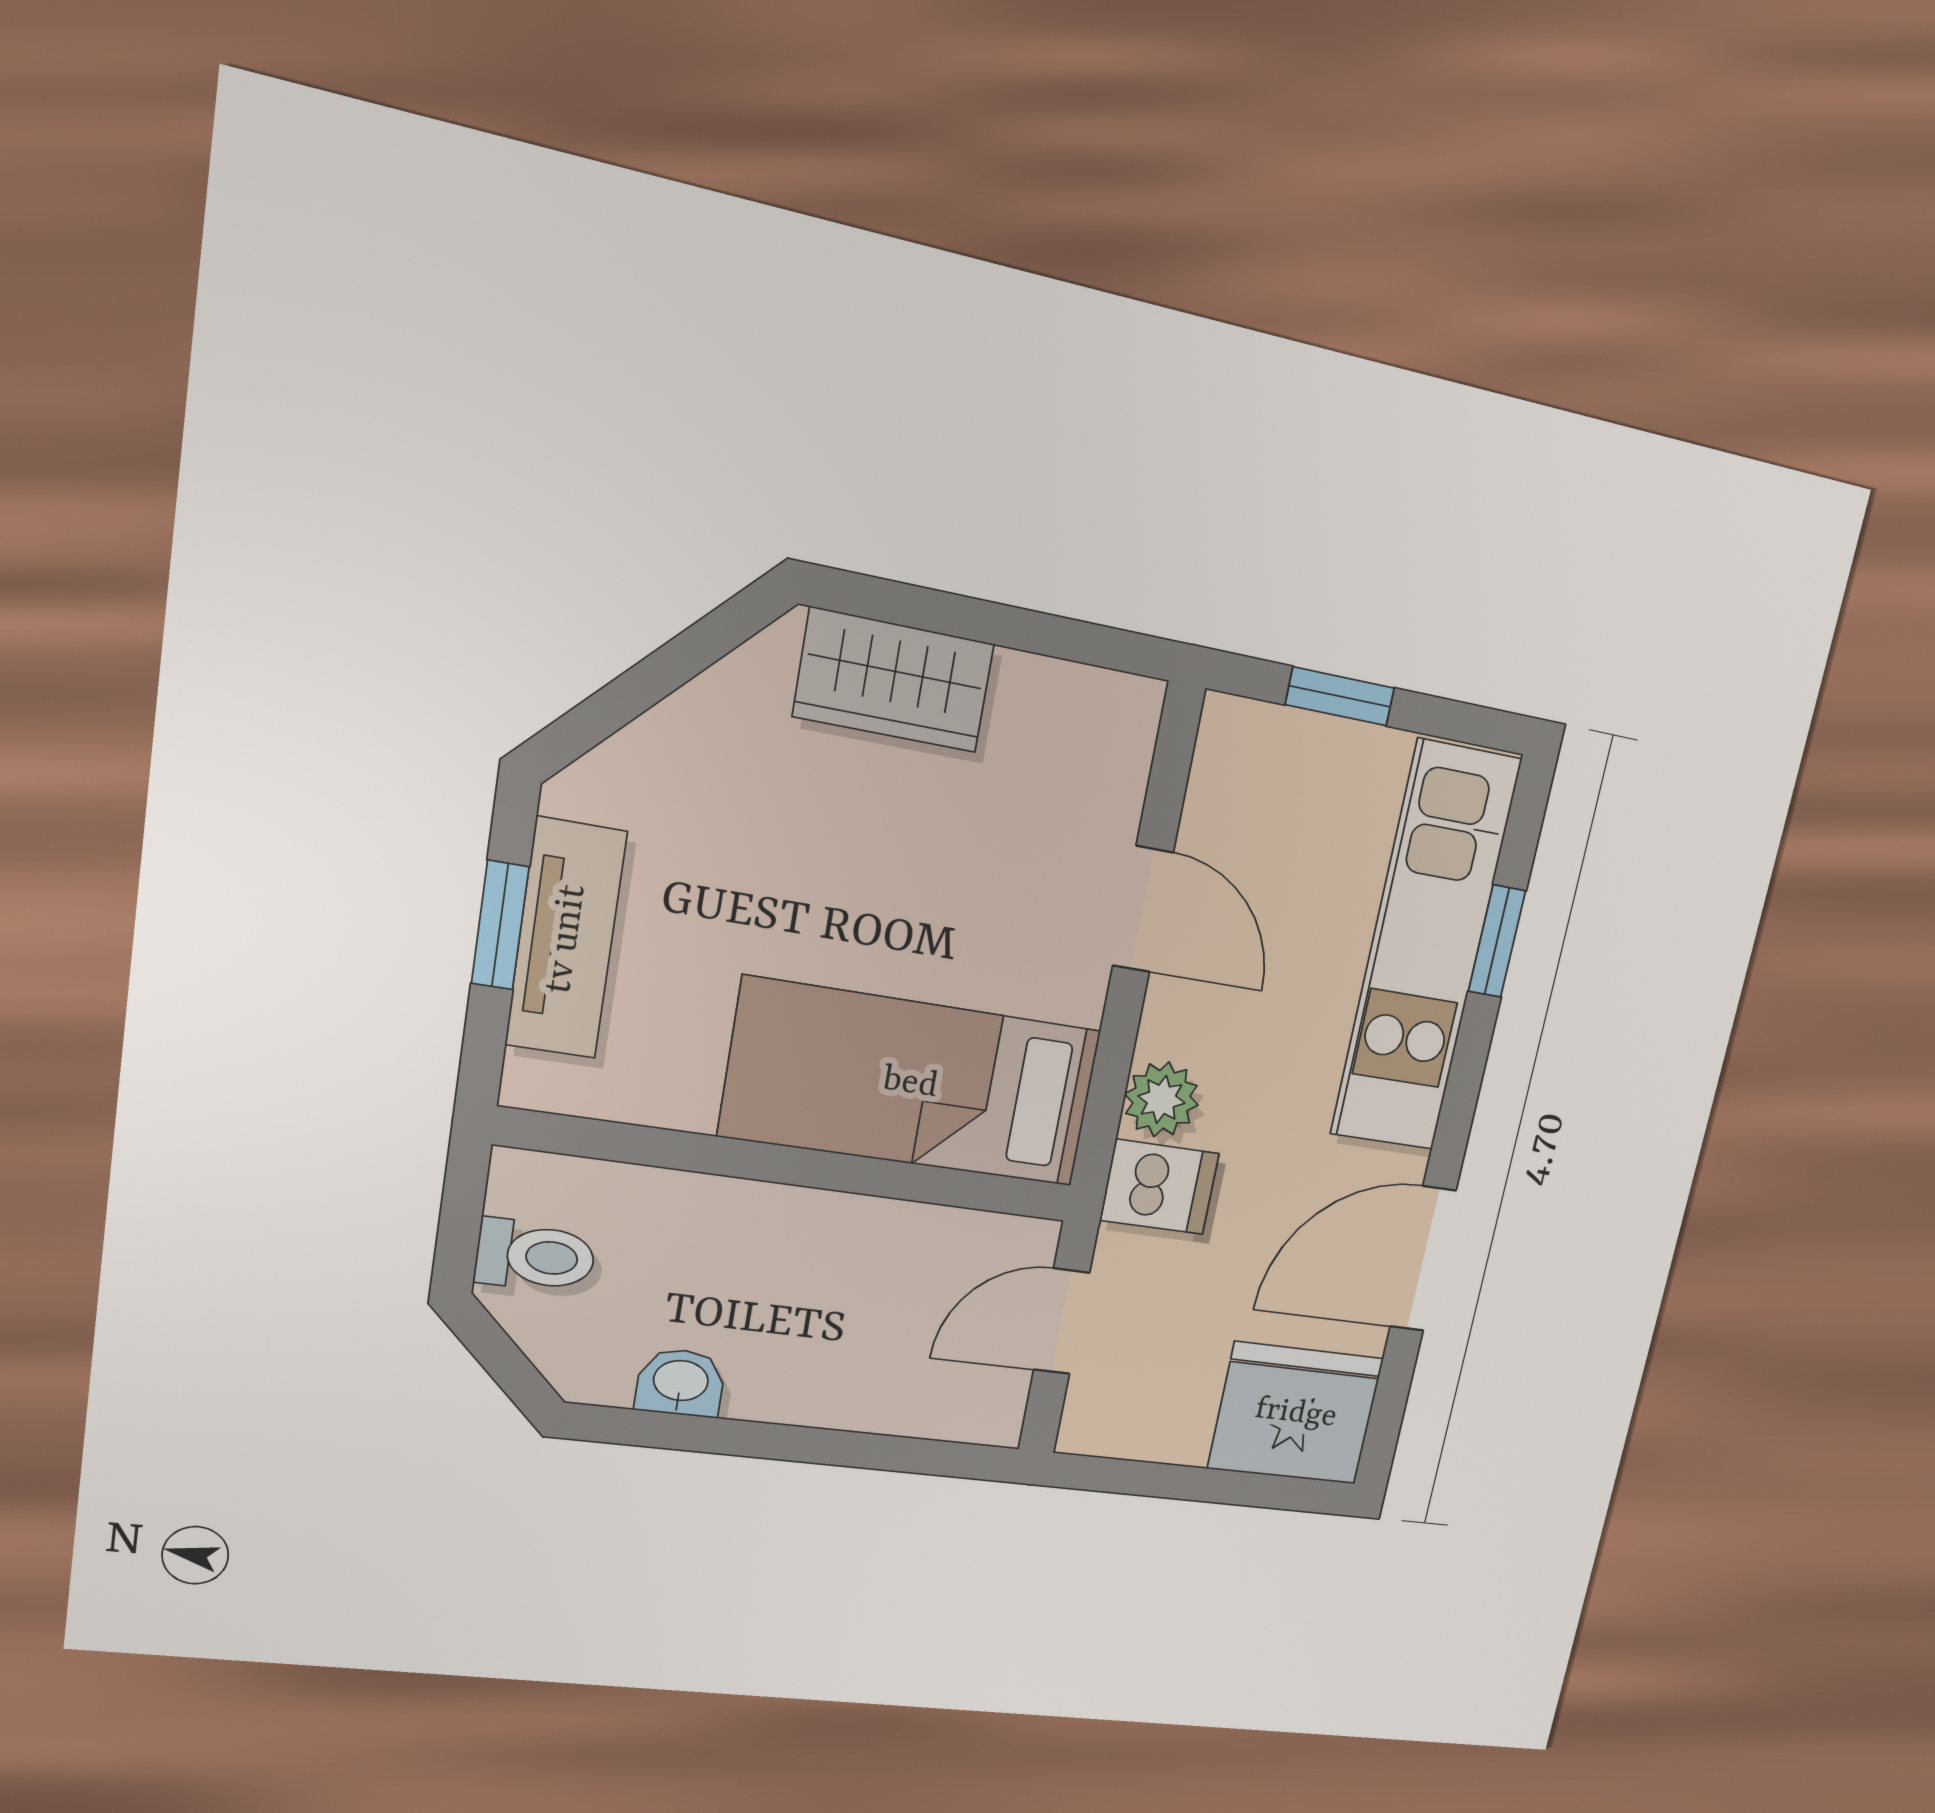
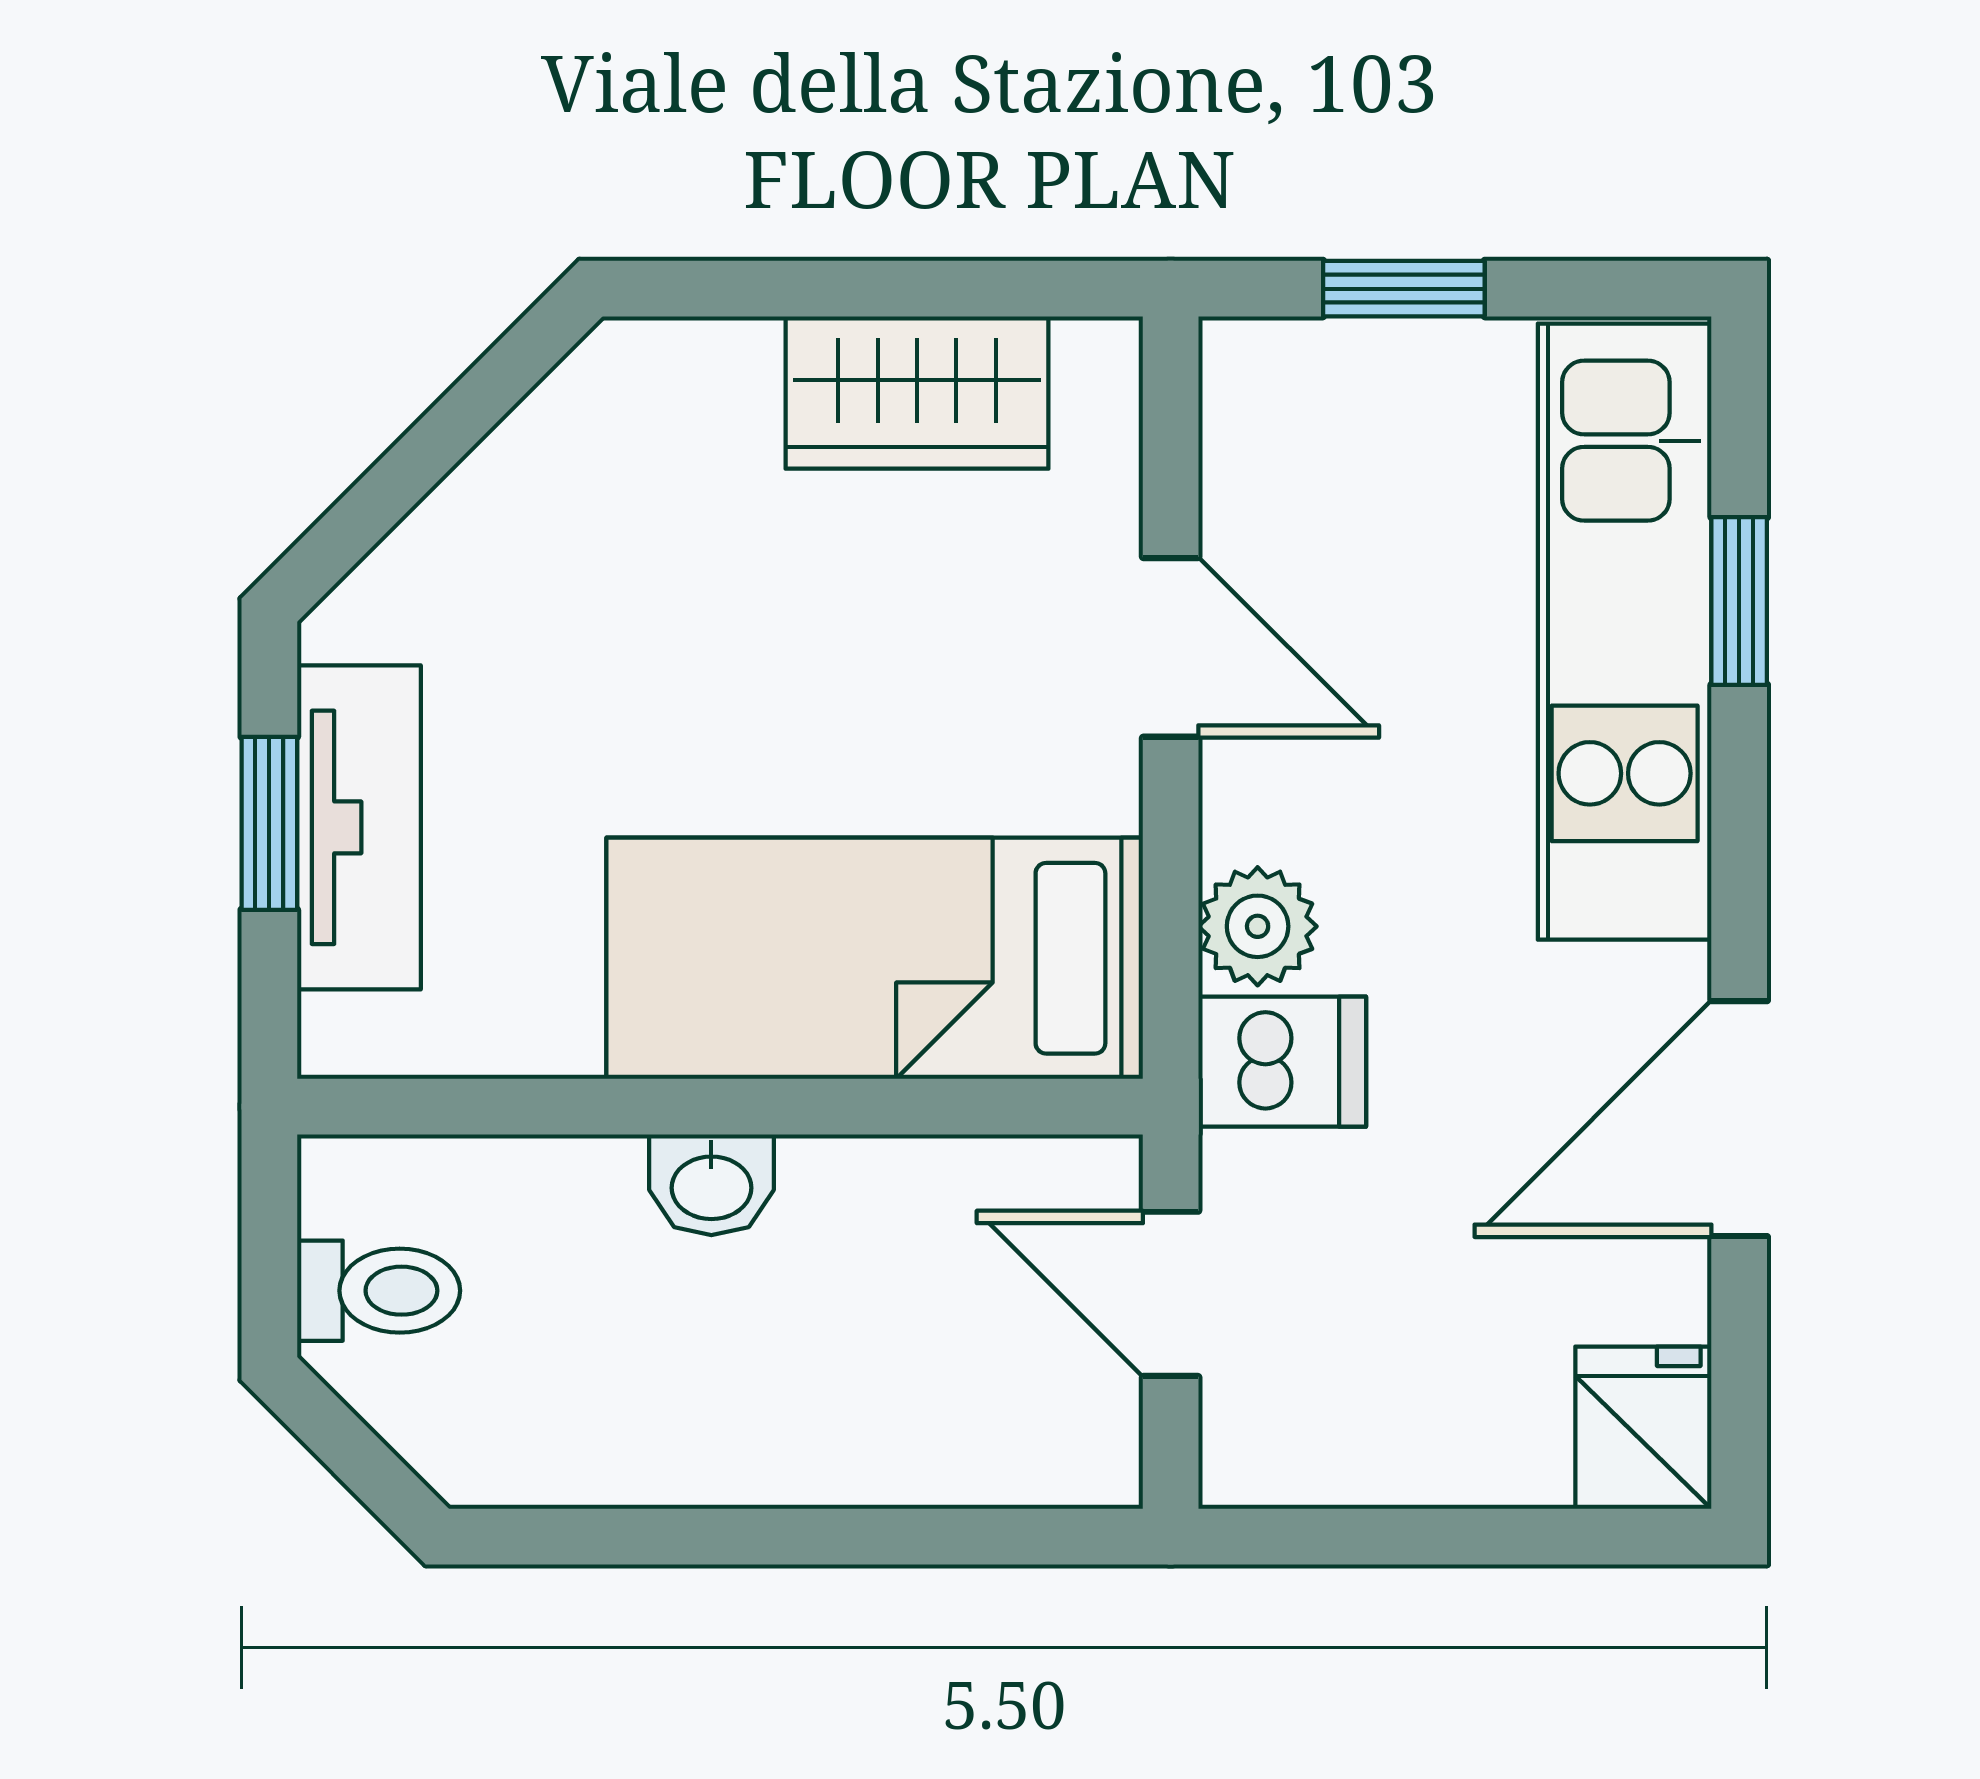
wardrobe: (894, 680) -> (917, 393), moved
door: (1062, 1321) -> (1171, 1294), hinge flipped
washbasin: (681, 1382) -> (711, 1185), moved, turned 180
fridge: (1296, 1413) -> (1643, 1428), width x0.53, depth x0.75

